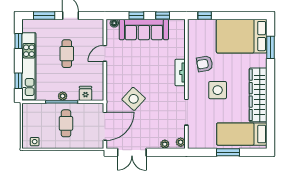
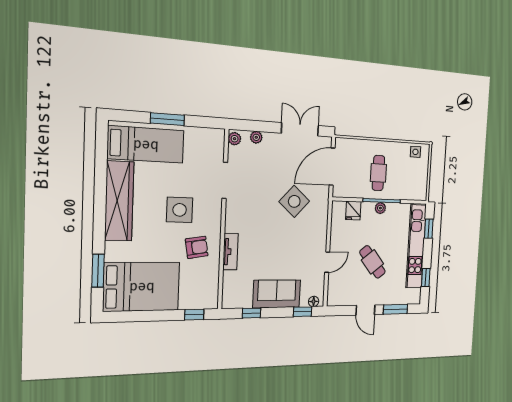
window: (136, 15) -> (303, 312), moved
sofa: (144, 29) -> (277, 294), width x0.73
cafe table: (67, 54) -> (372, 262), turned -38
tv unit: (180, 72) -> (231, 252), moved

